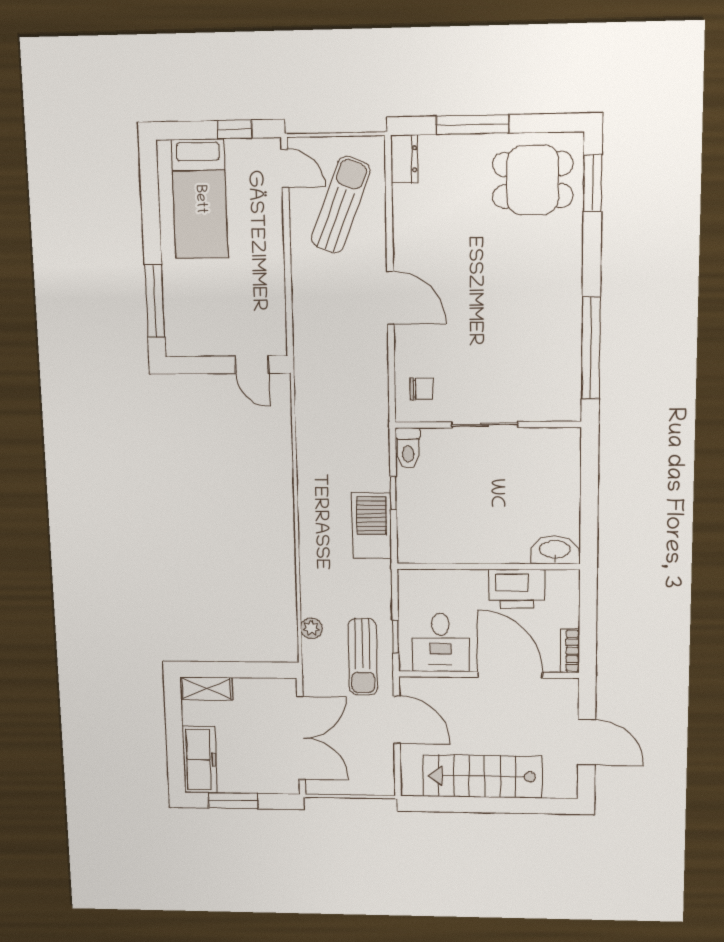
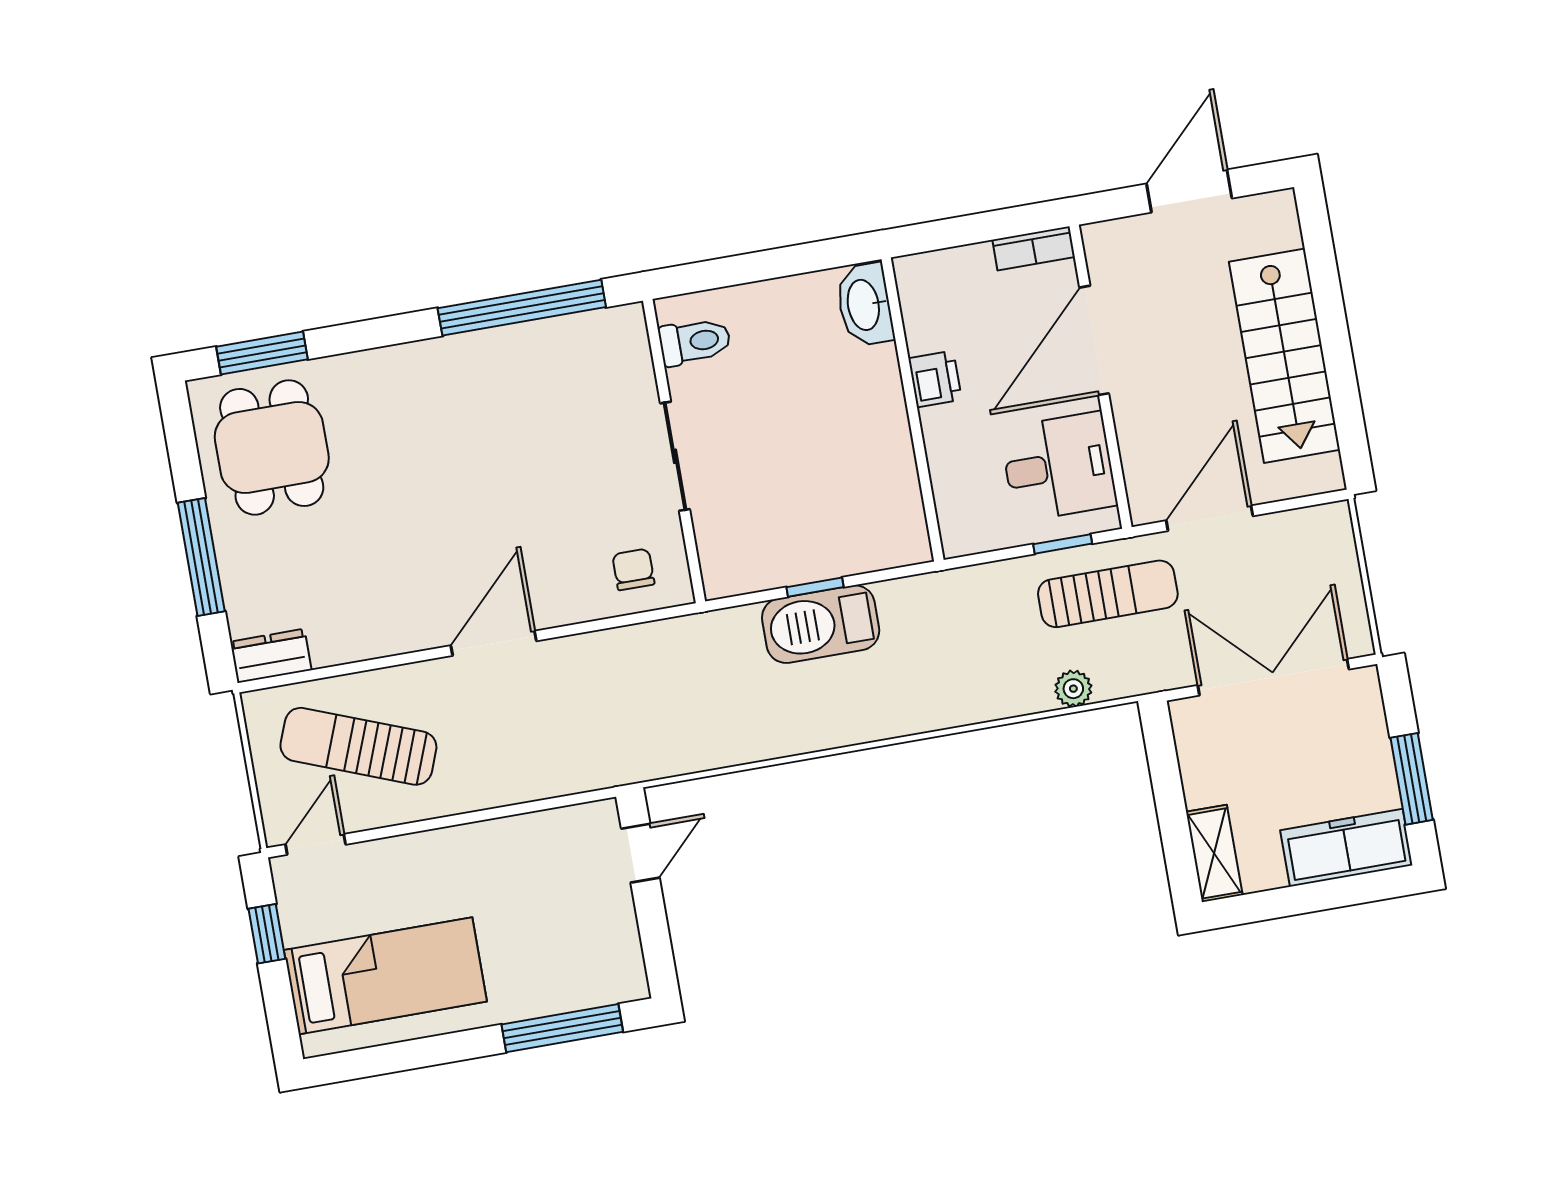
toilet: (408, 448) -> (695, 342), moved
barbecue: (372, 526) -> (821, 624), moved
printer: (517, 589) -> (935, 379), width x0.53, depth x0.68

